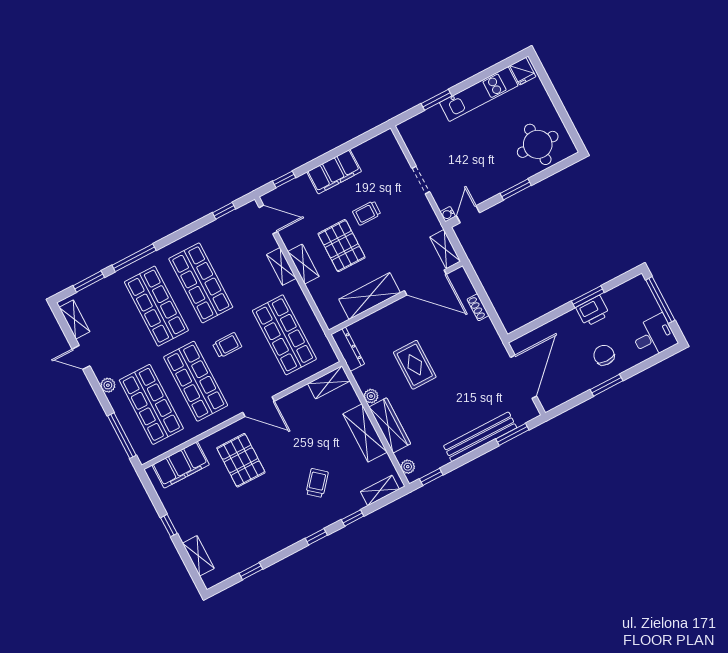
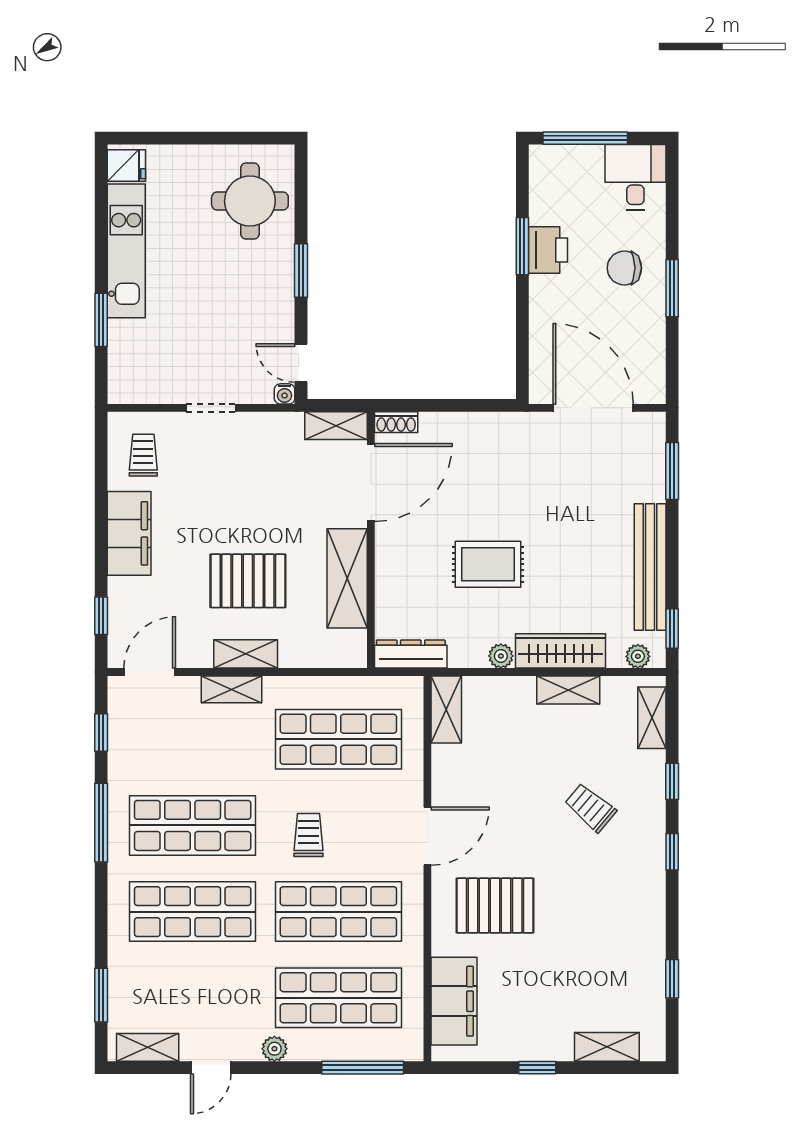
trolley: (367, 213) -> (143, 455), moved, turned 180
window: (134, 258) -> (101, 823), moved
shoe rack: (478, 307) -> (396, 422), moved
shelving: (365, 433) -> (568, 690), width x0.67, depth x0.75
bench: (480, 437) -> (650, 567), moved

